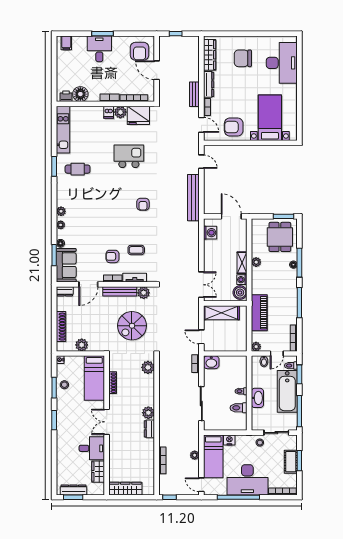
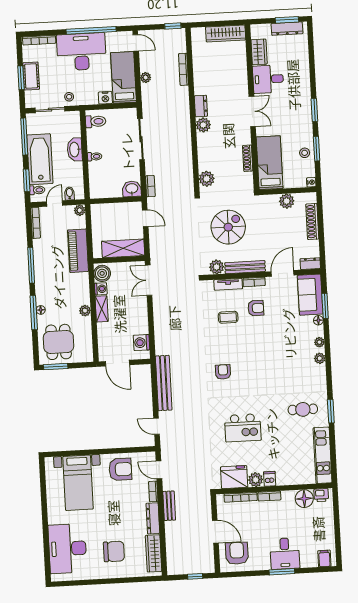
toilet: (239, 408) -> (96, 121), moved

